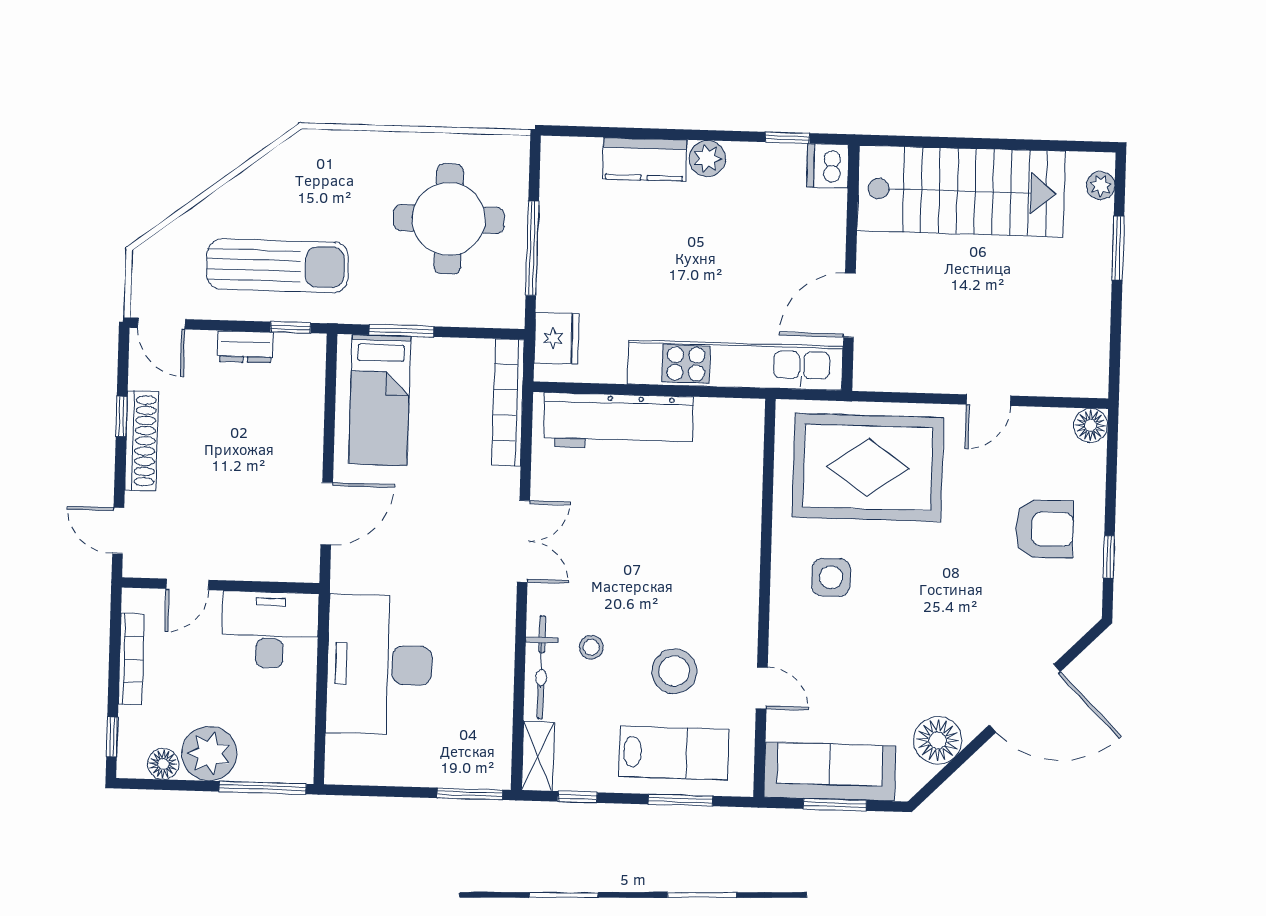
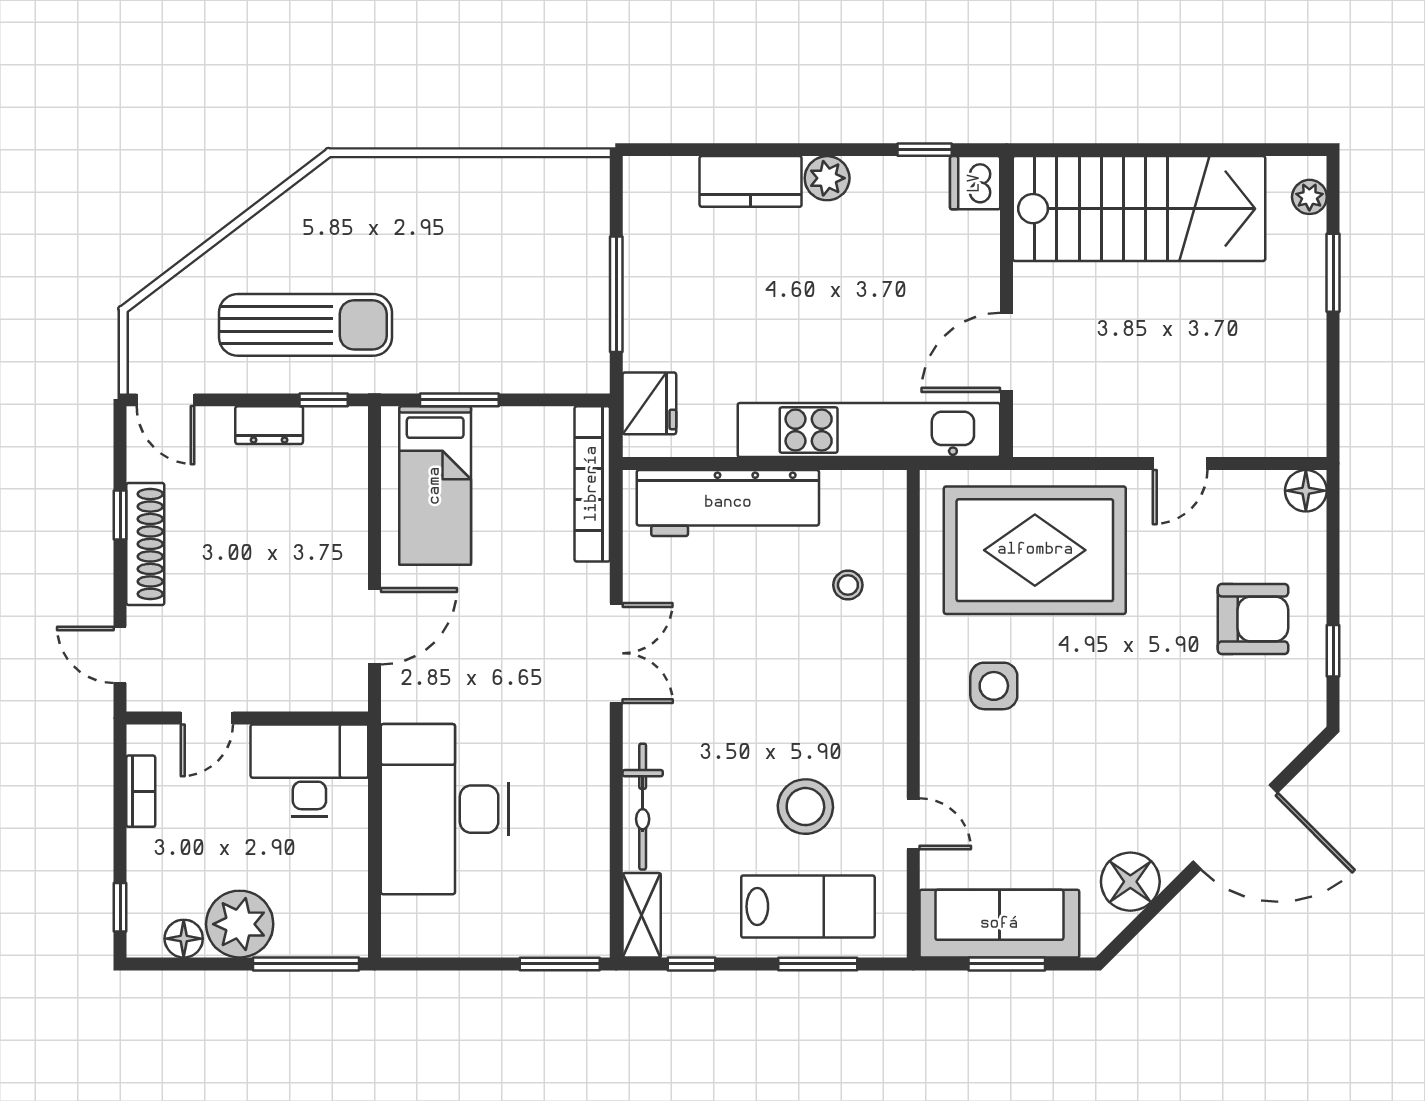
round table: (449, 219) -> (513, 261), removed
stool: (591, 647) -> (848, 585), moved
bookcase: (131, 659) -> (141, 791), width x0.64

